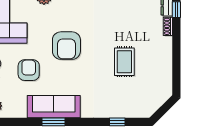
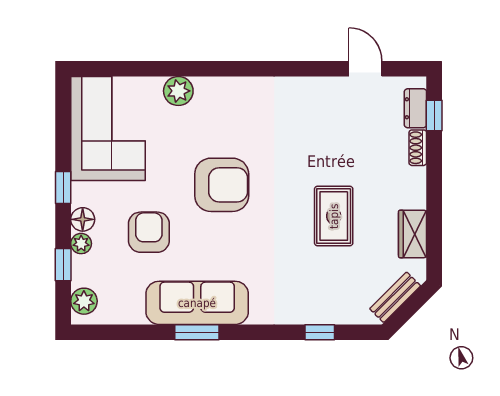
armchair: (66, 46) -> (222, 185), turned -90
wardrobe: (165, 71) -> (413, 234), added
bench: (156, 104) -> (395, 297), added

